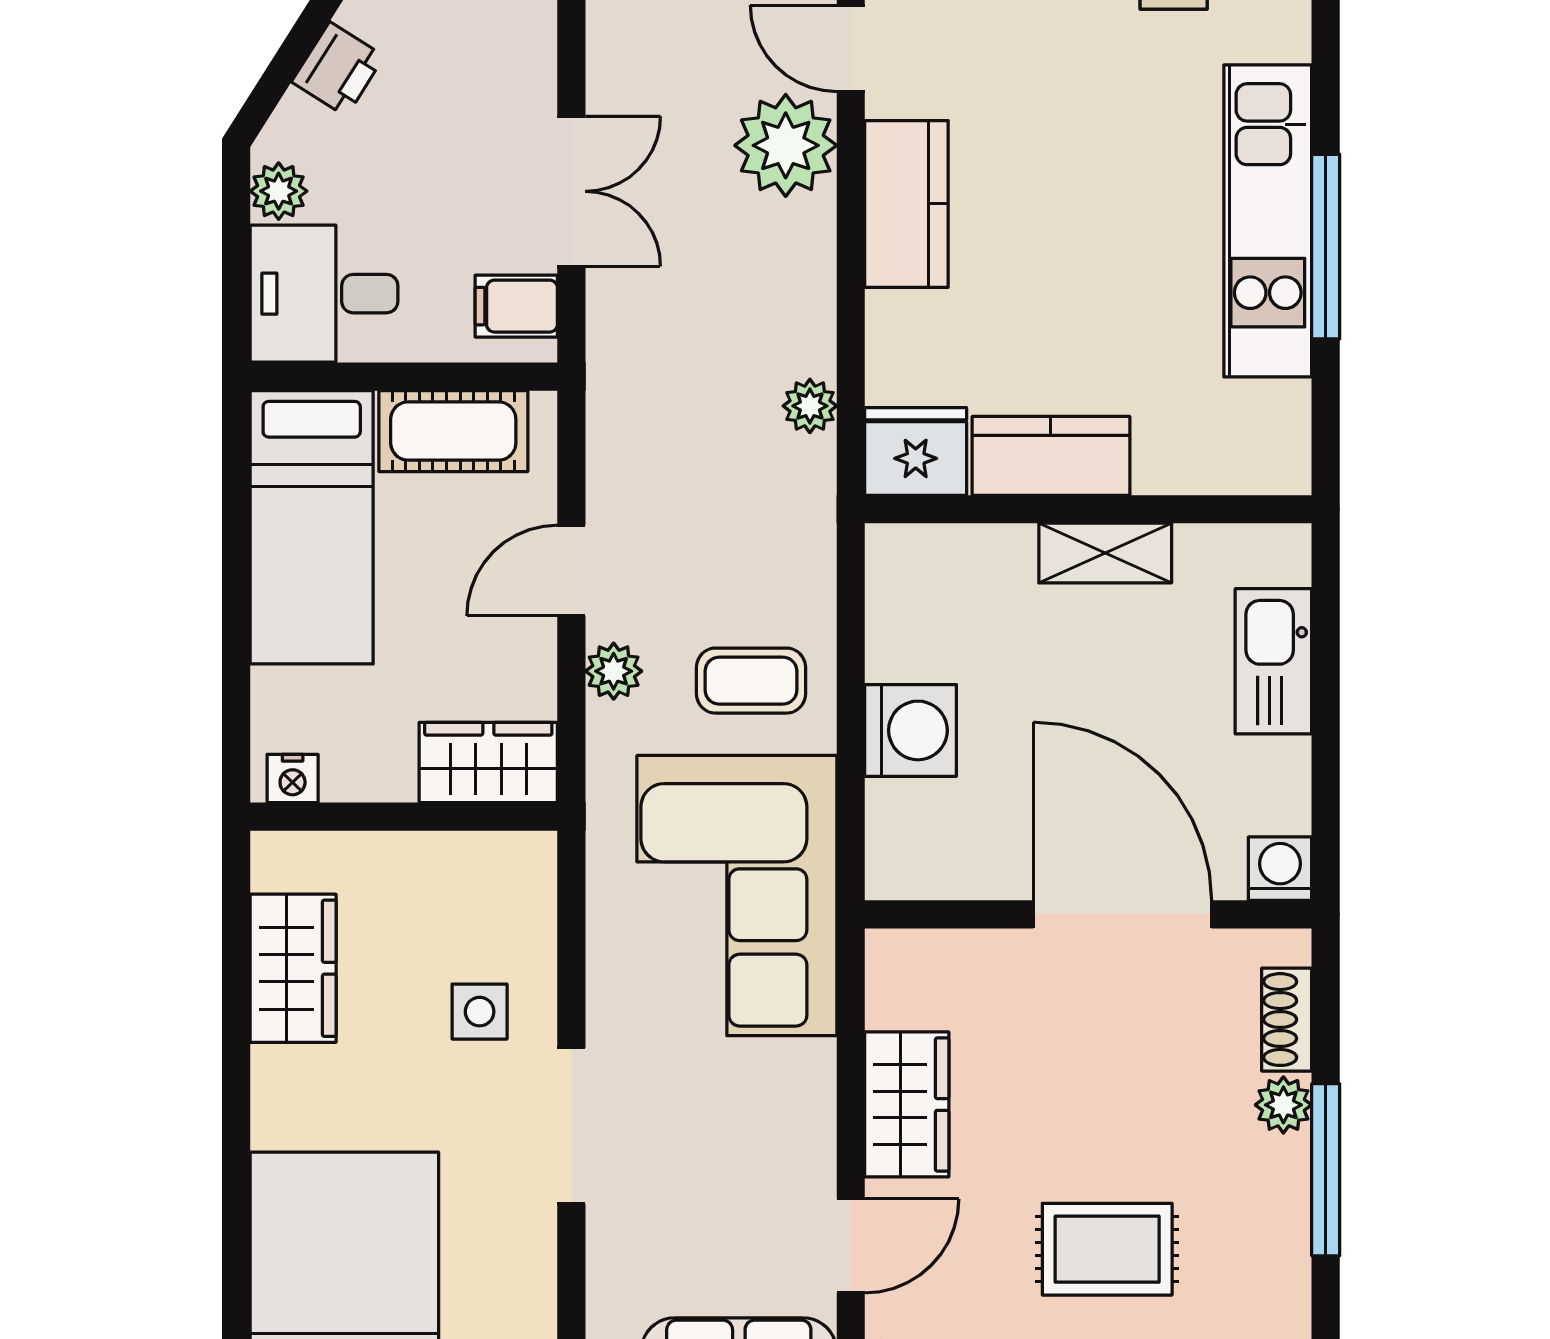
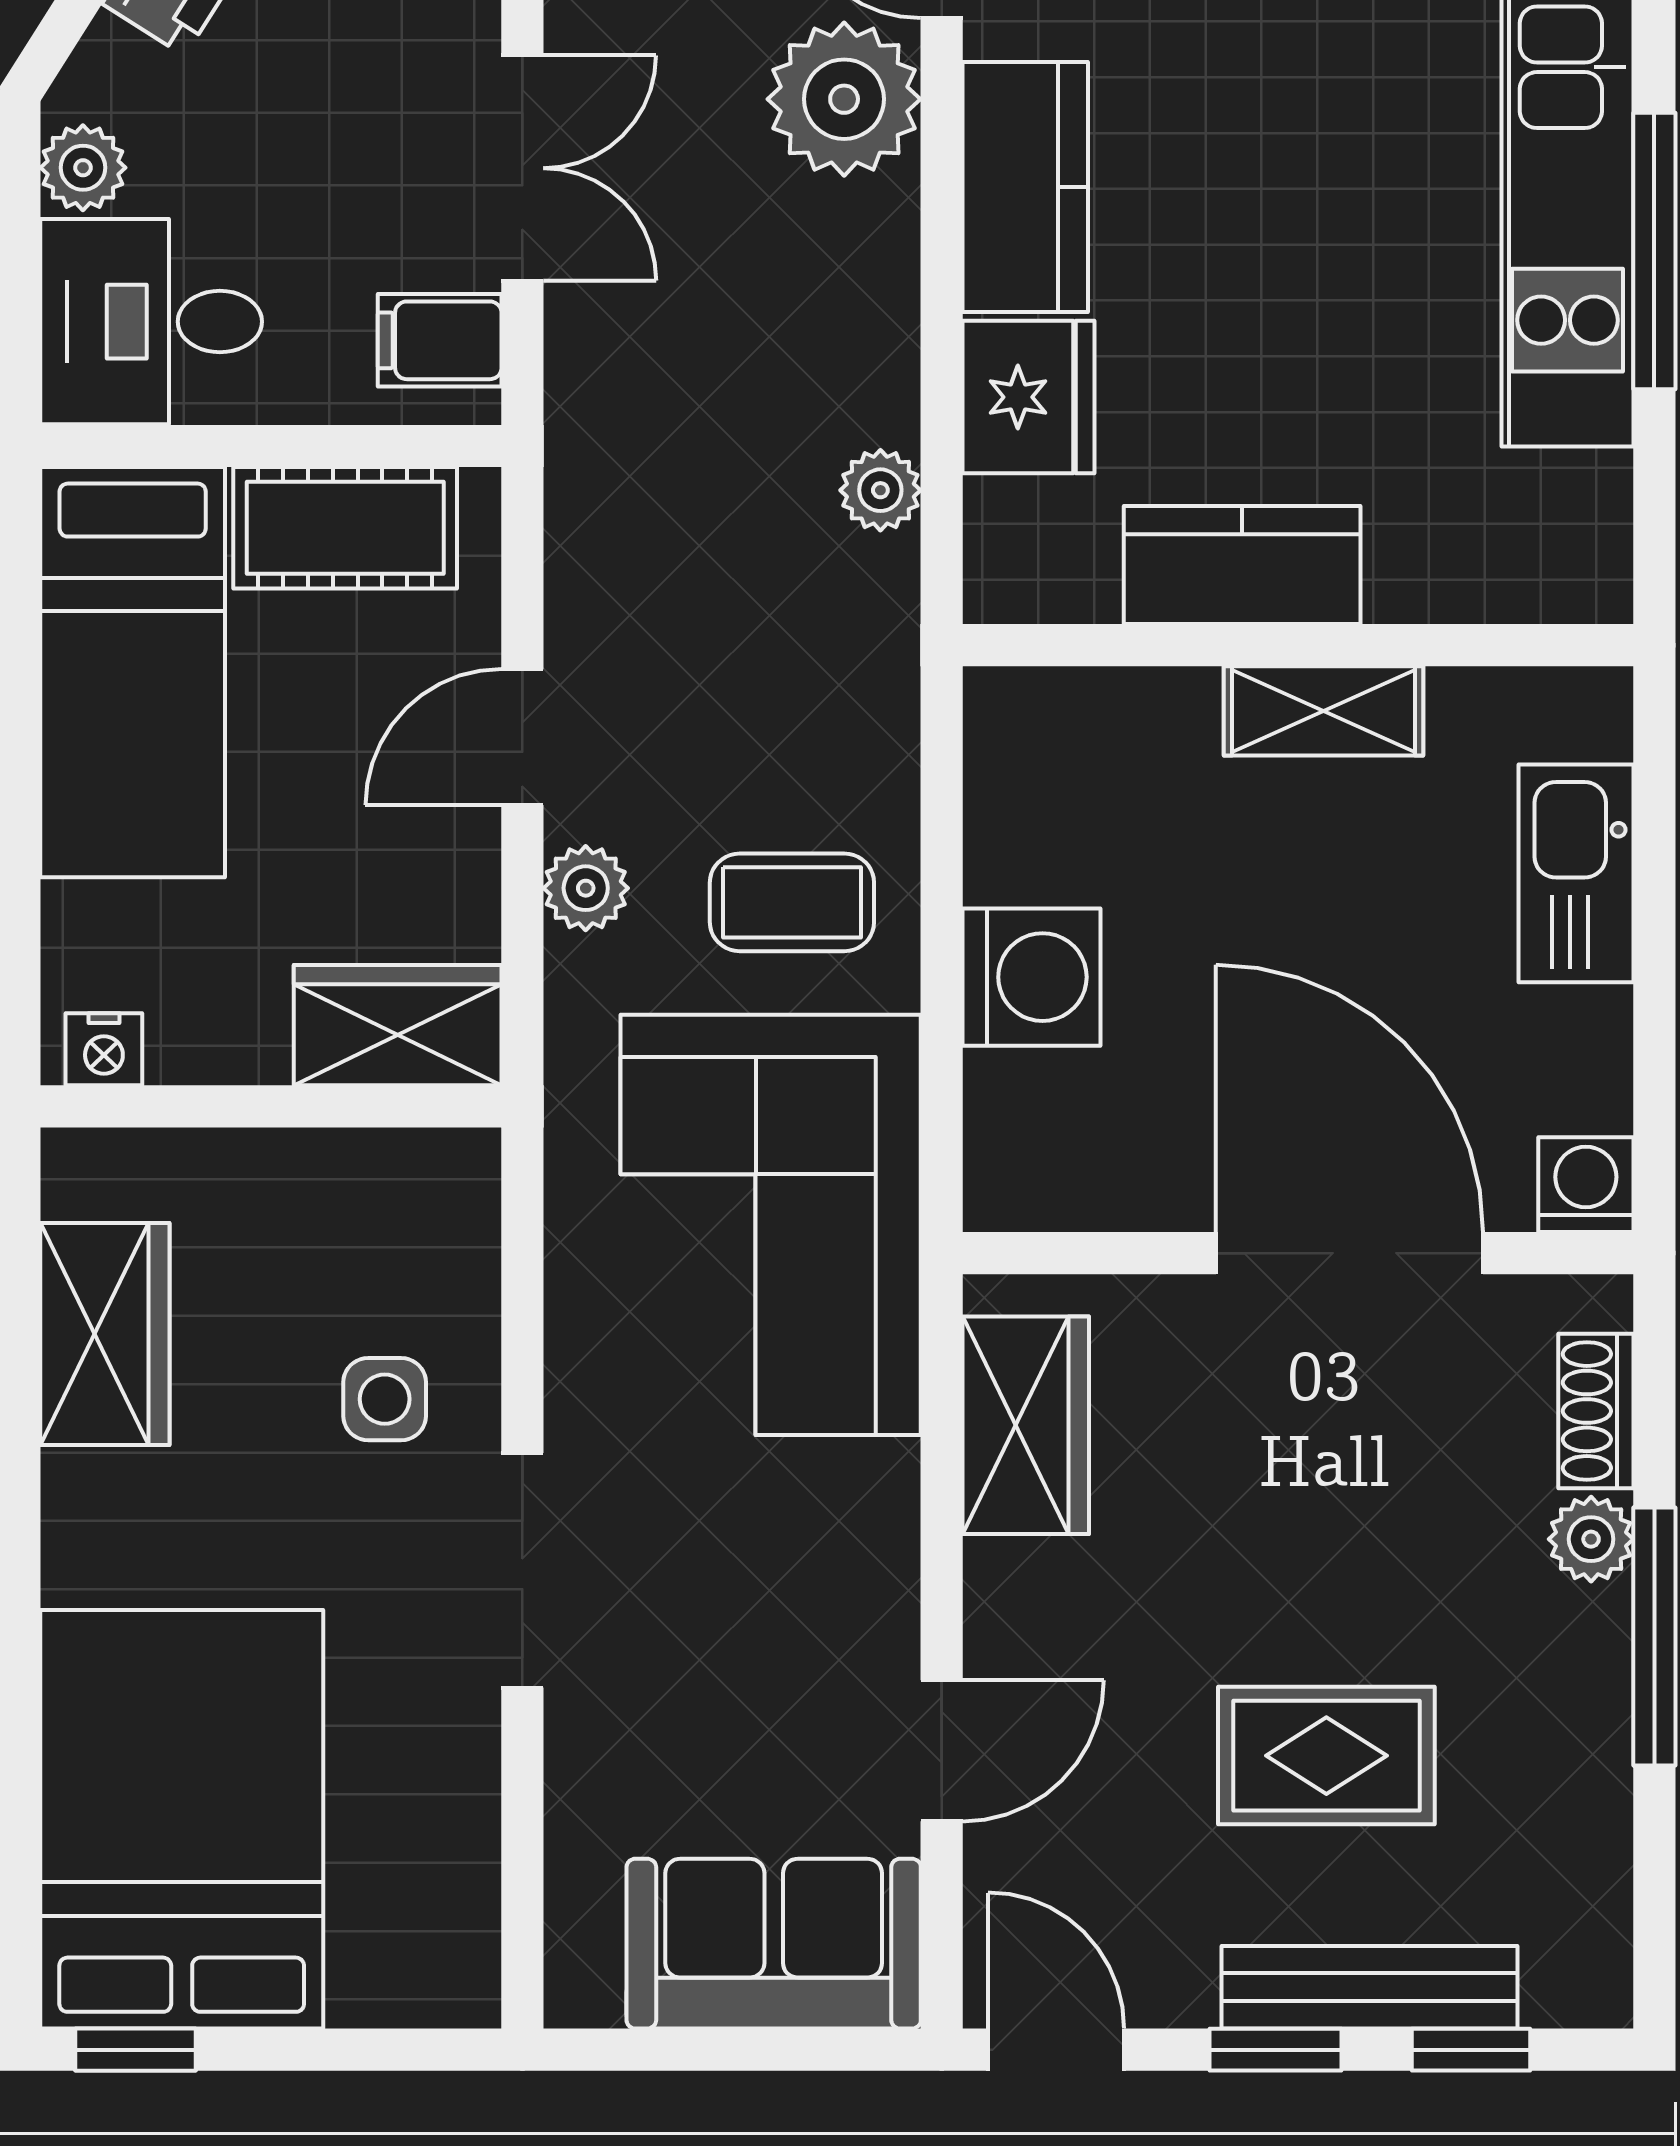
fridge: (916, 451) -> (1028, 397), moved, turned 90
wardrobe: (907, 1104) -> (1026, 1425), moved

